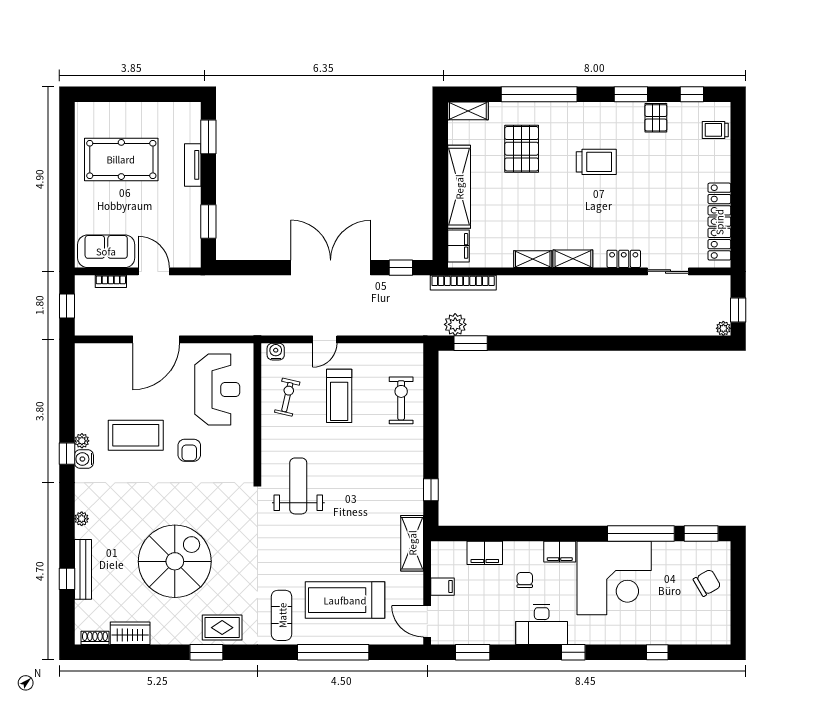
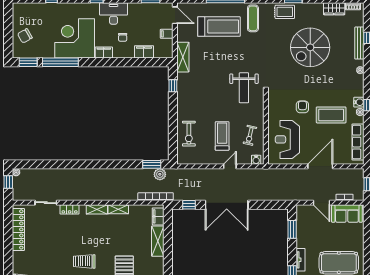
shelving: (459, 187) -> (158, 241), width x0.68
row of seats: (85, 385) -> (358, 142), added

